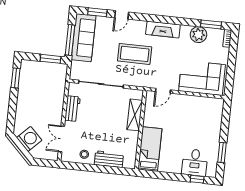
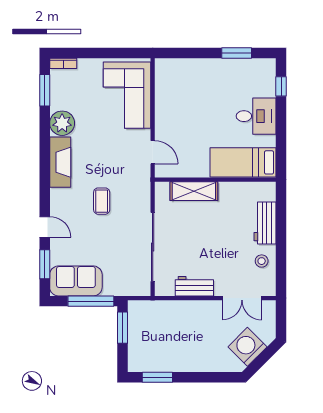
plant: (198, 35) -> (62, 123), moved
sofa: (84, 38) -> (76, 281), width x0.73
coffee table: (135, 54) -> (102, 201), width x0.54, depth x0.58
desk: (195, 162) -> (256, 116), moved

